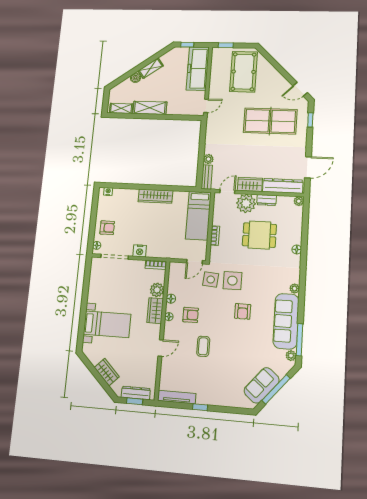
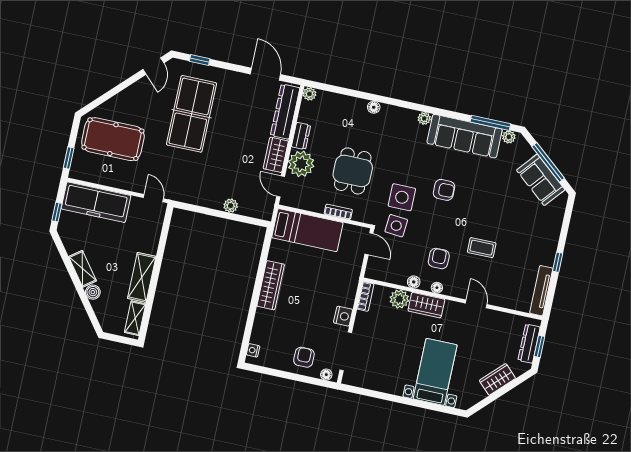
bench: (207, 177) -> (256, 211), removed
dining table: (259, 235) -> (353, 171), moved

